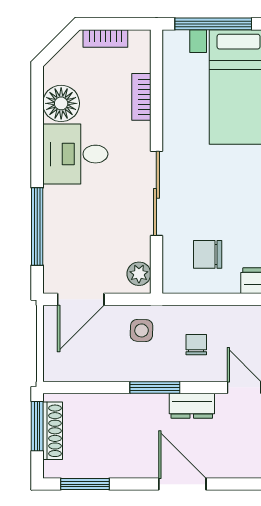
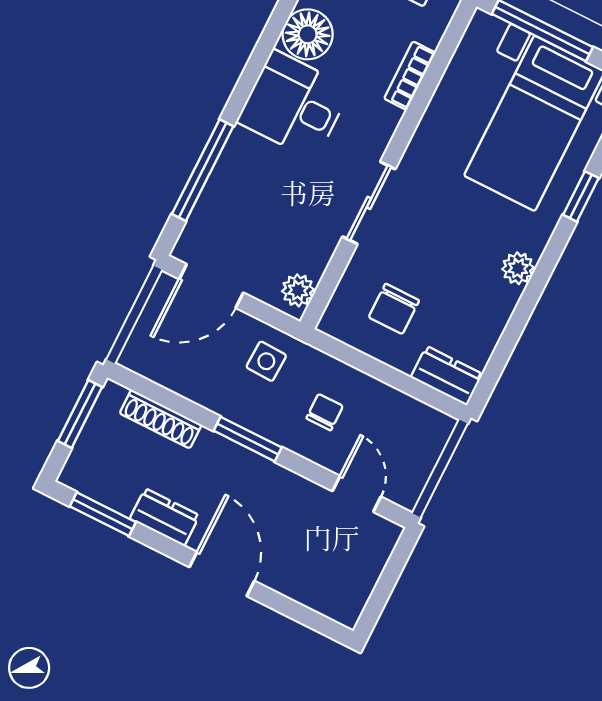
sliding door: (156, 193) -> (369, 203), width x0.73
chair: (208, 254) -> (394, 309), turned -90
dresser: (192, 406) -> (165, 517), moved, turned 180
shoe rack: (53, 431) -> (161, 419), moved, turned 90

